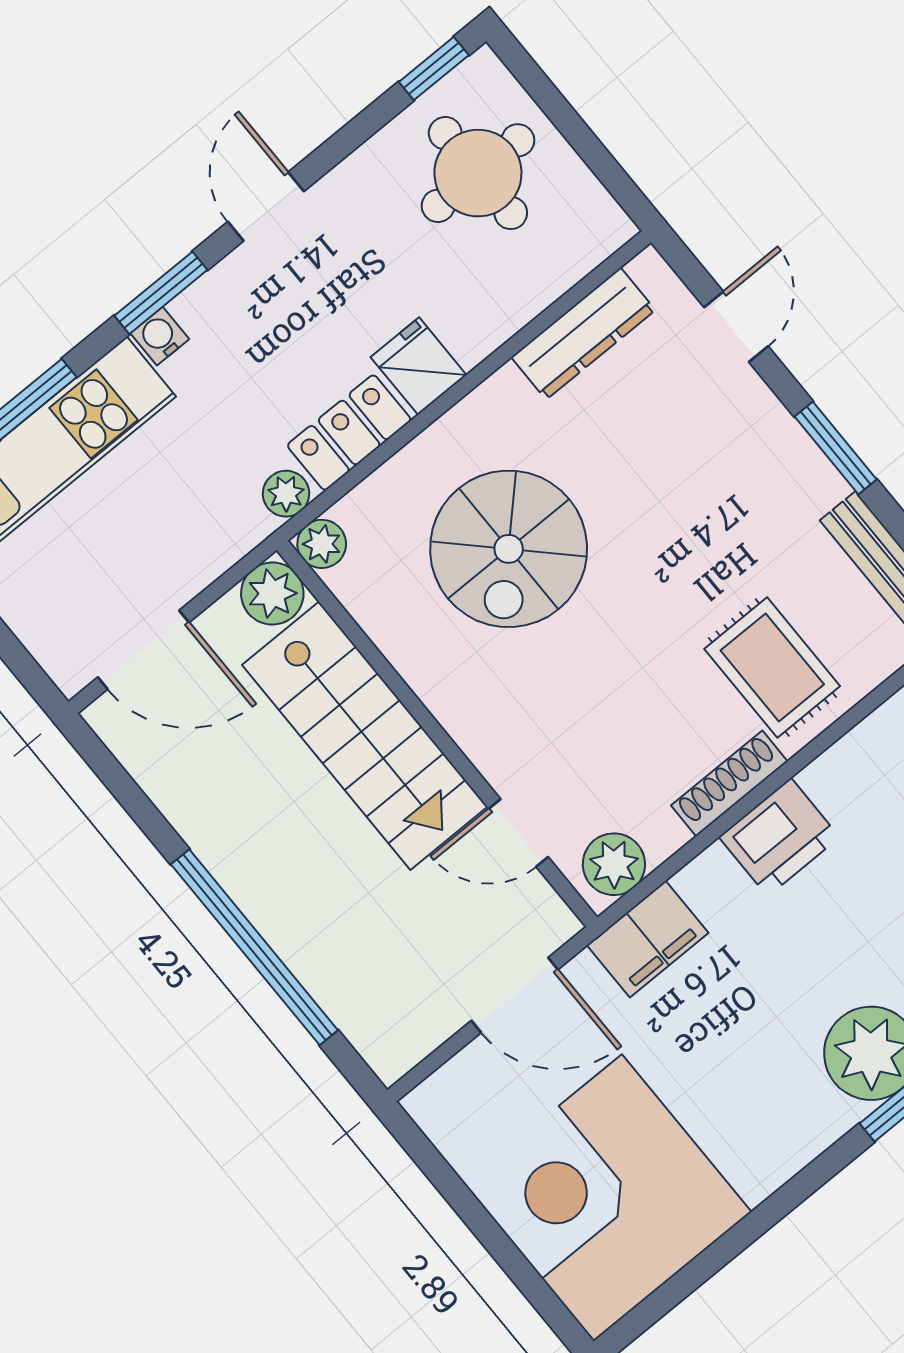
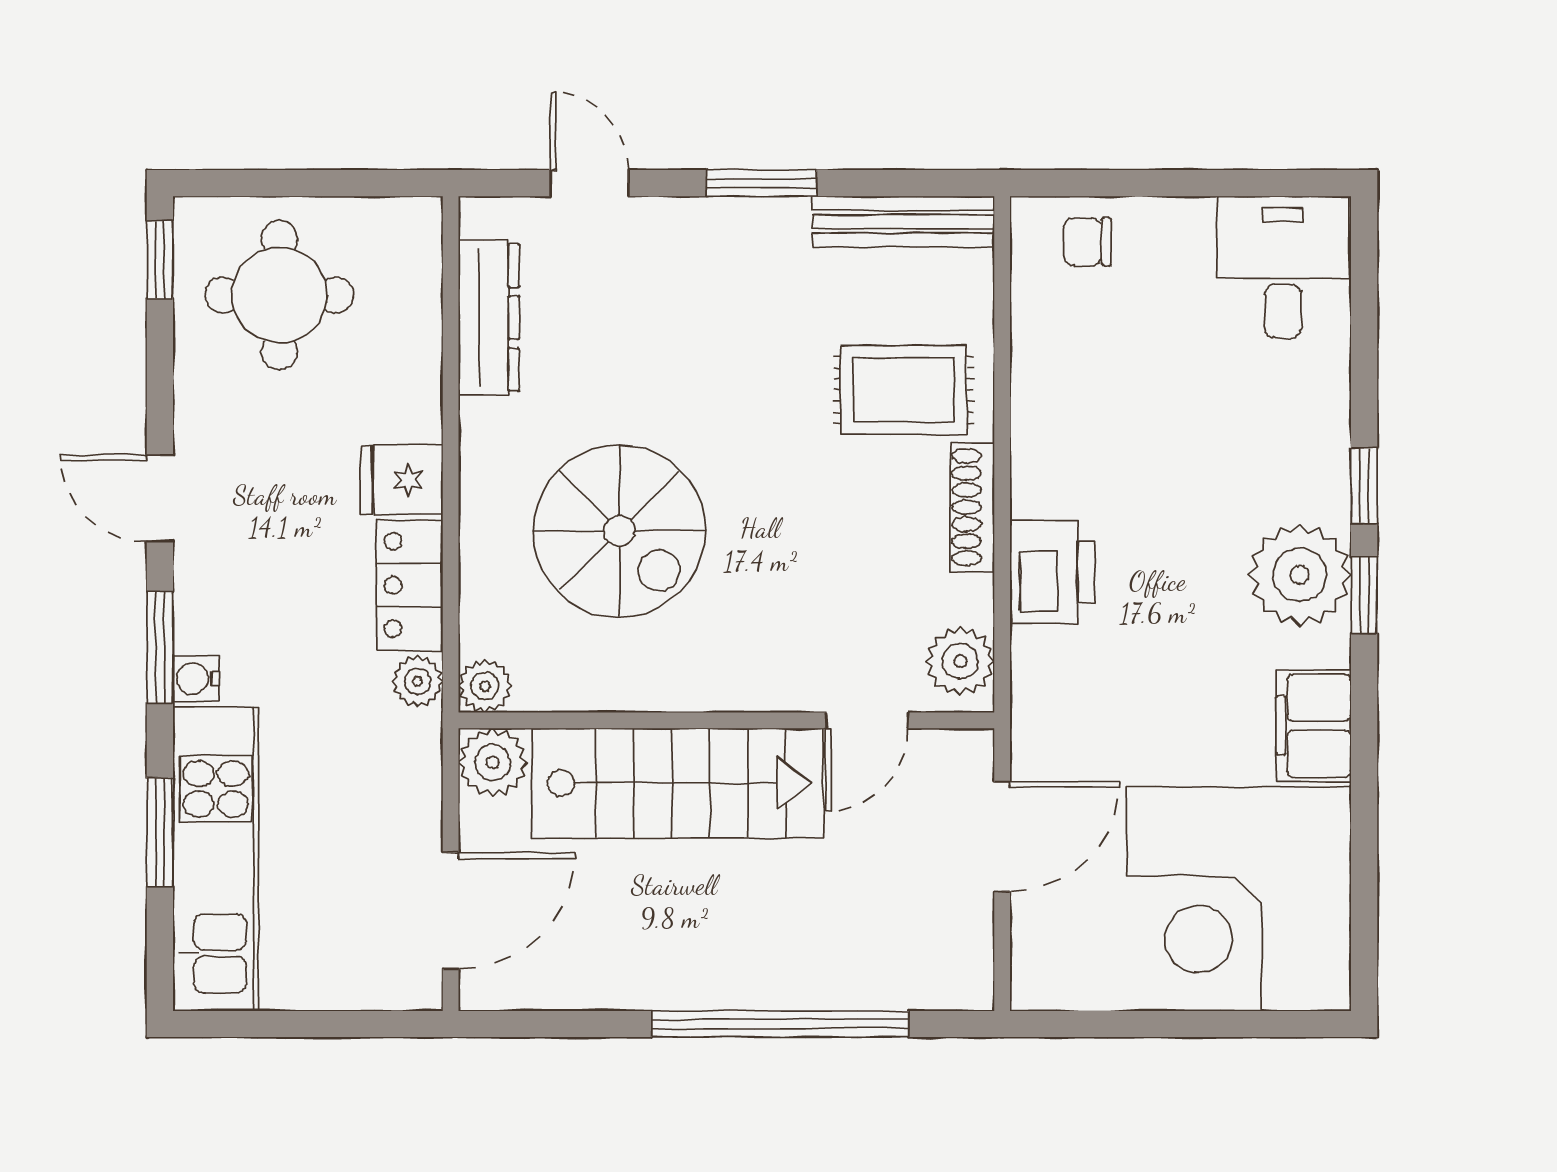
printer: (779, 837) -> (1052, 572), moved
filing cabinet: (648, 939) -> (1314, 726), moved, turned 180

